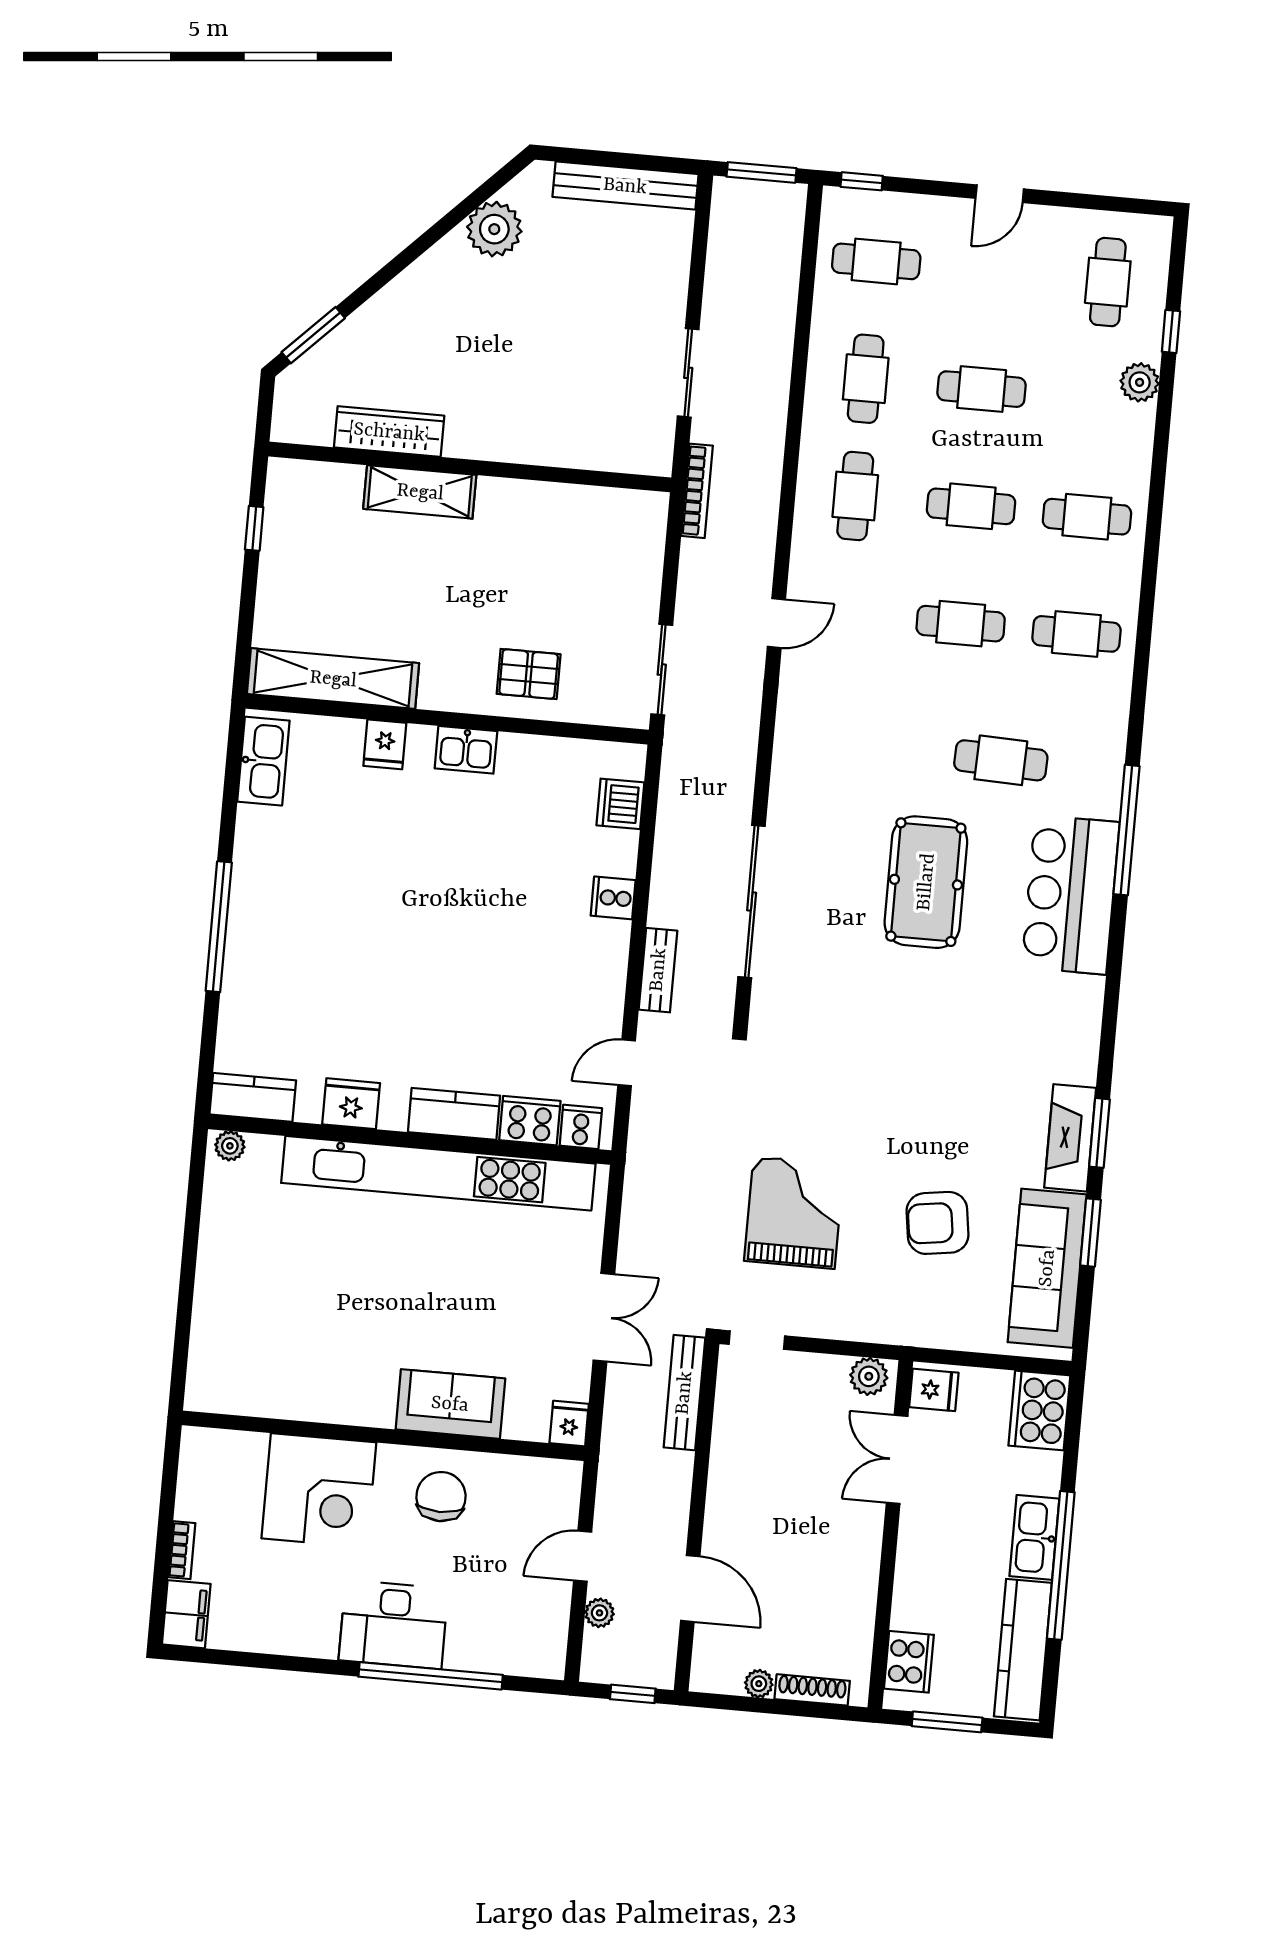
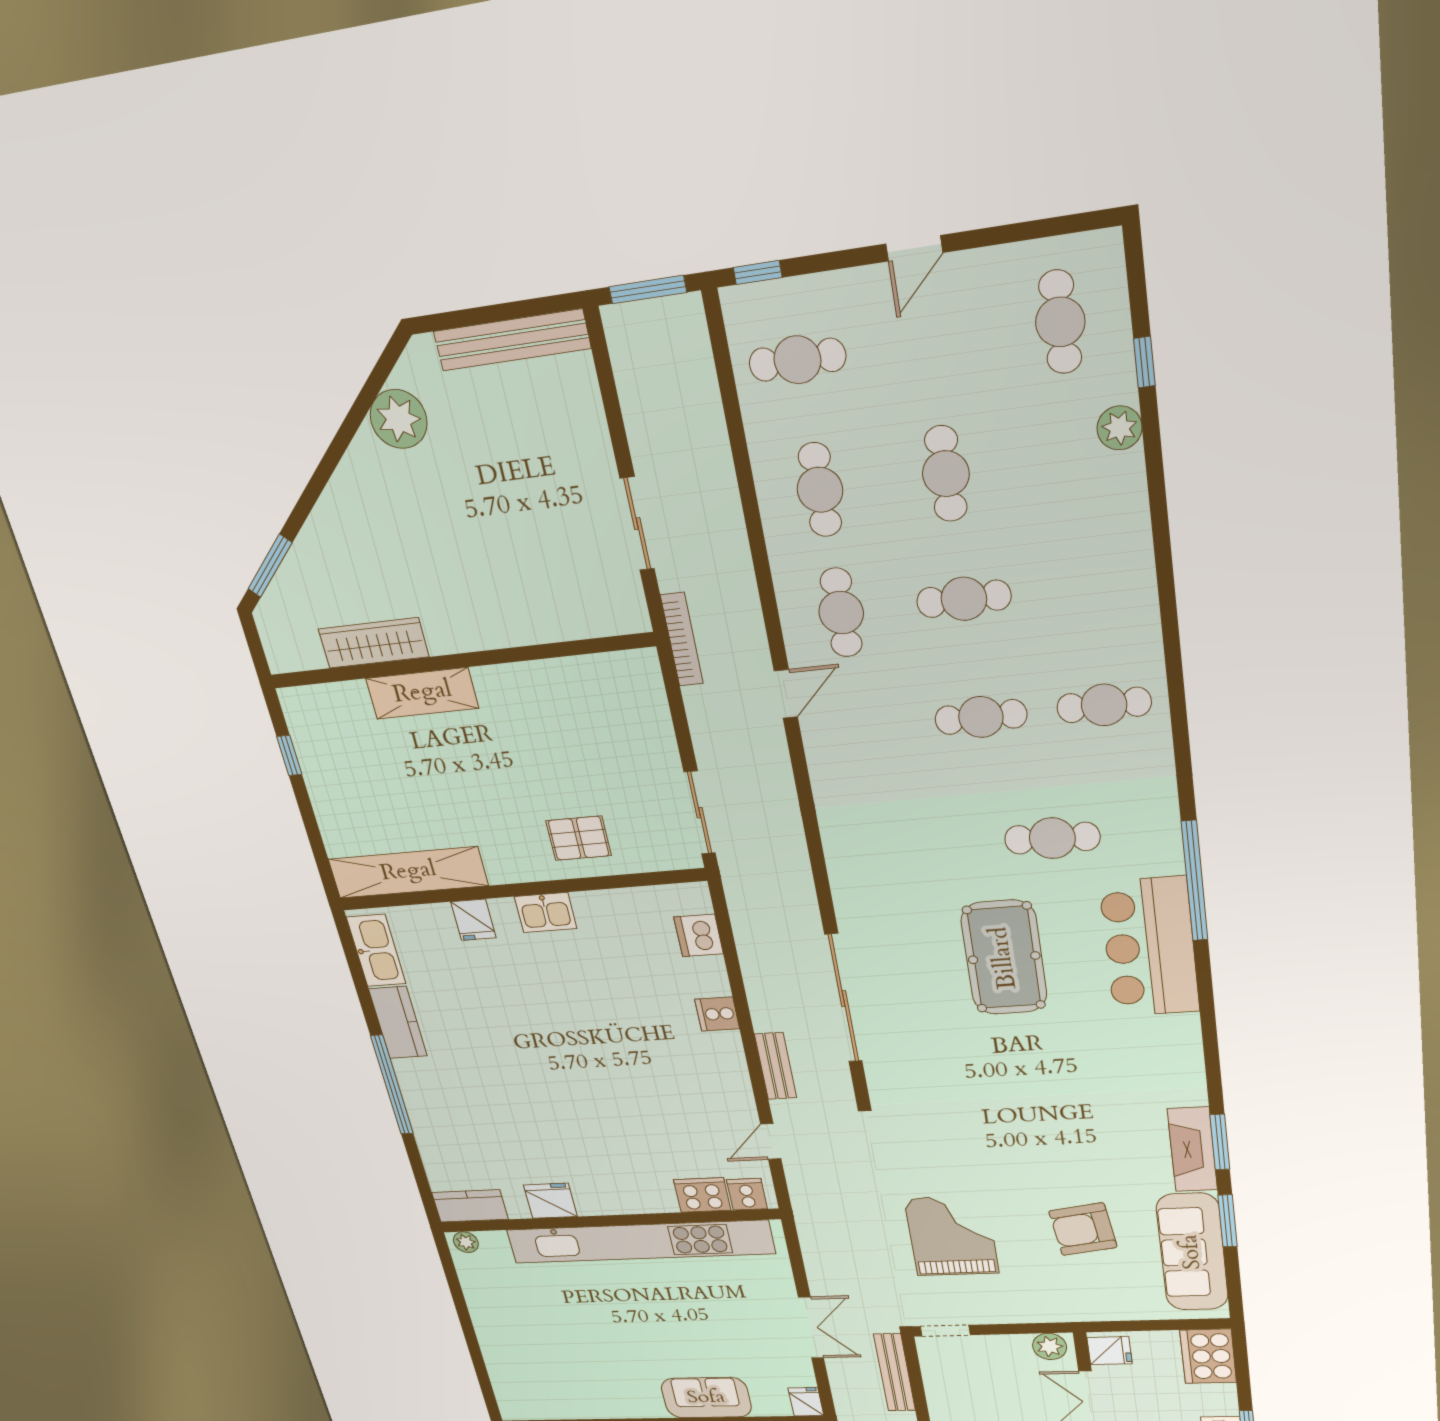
cafe table: (982, 389) -> (946, 474), turned 90
cafe table: (1087, 517) -> (1090, 585), removed
door: (776, 623) -> (786, 694), moved
kitchen counter: (454, 1114) -> (398, 1023), moved, turned 90

